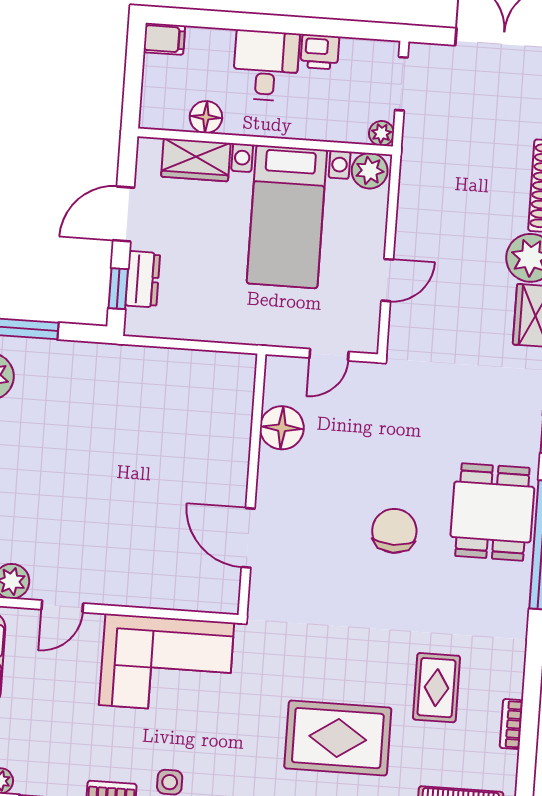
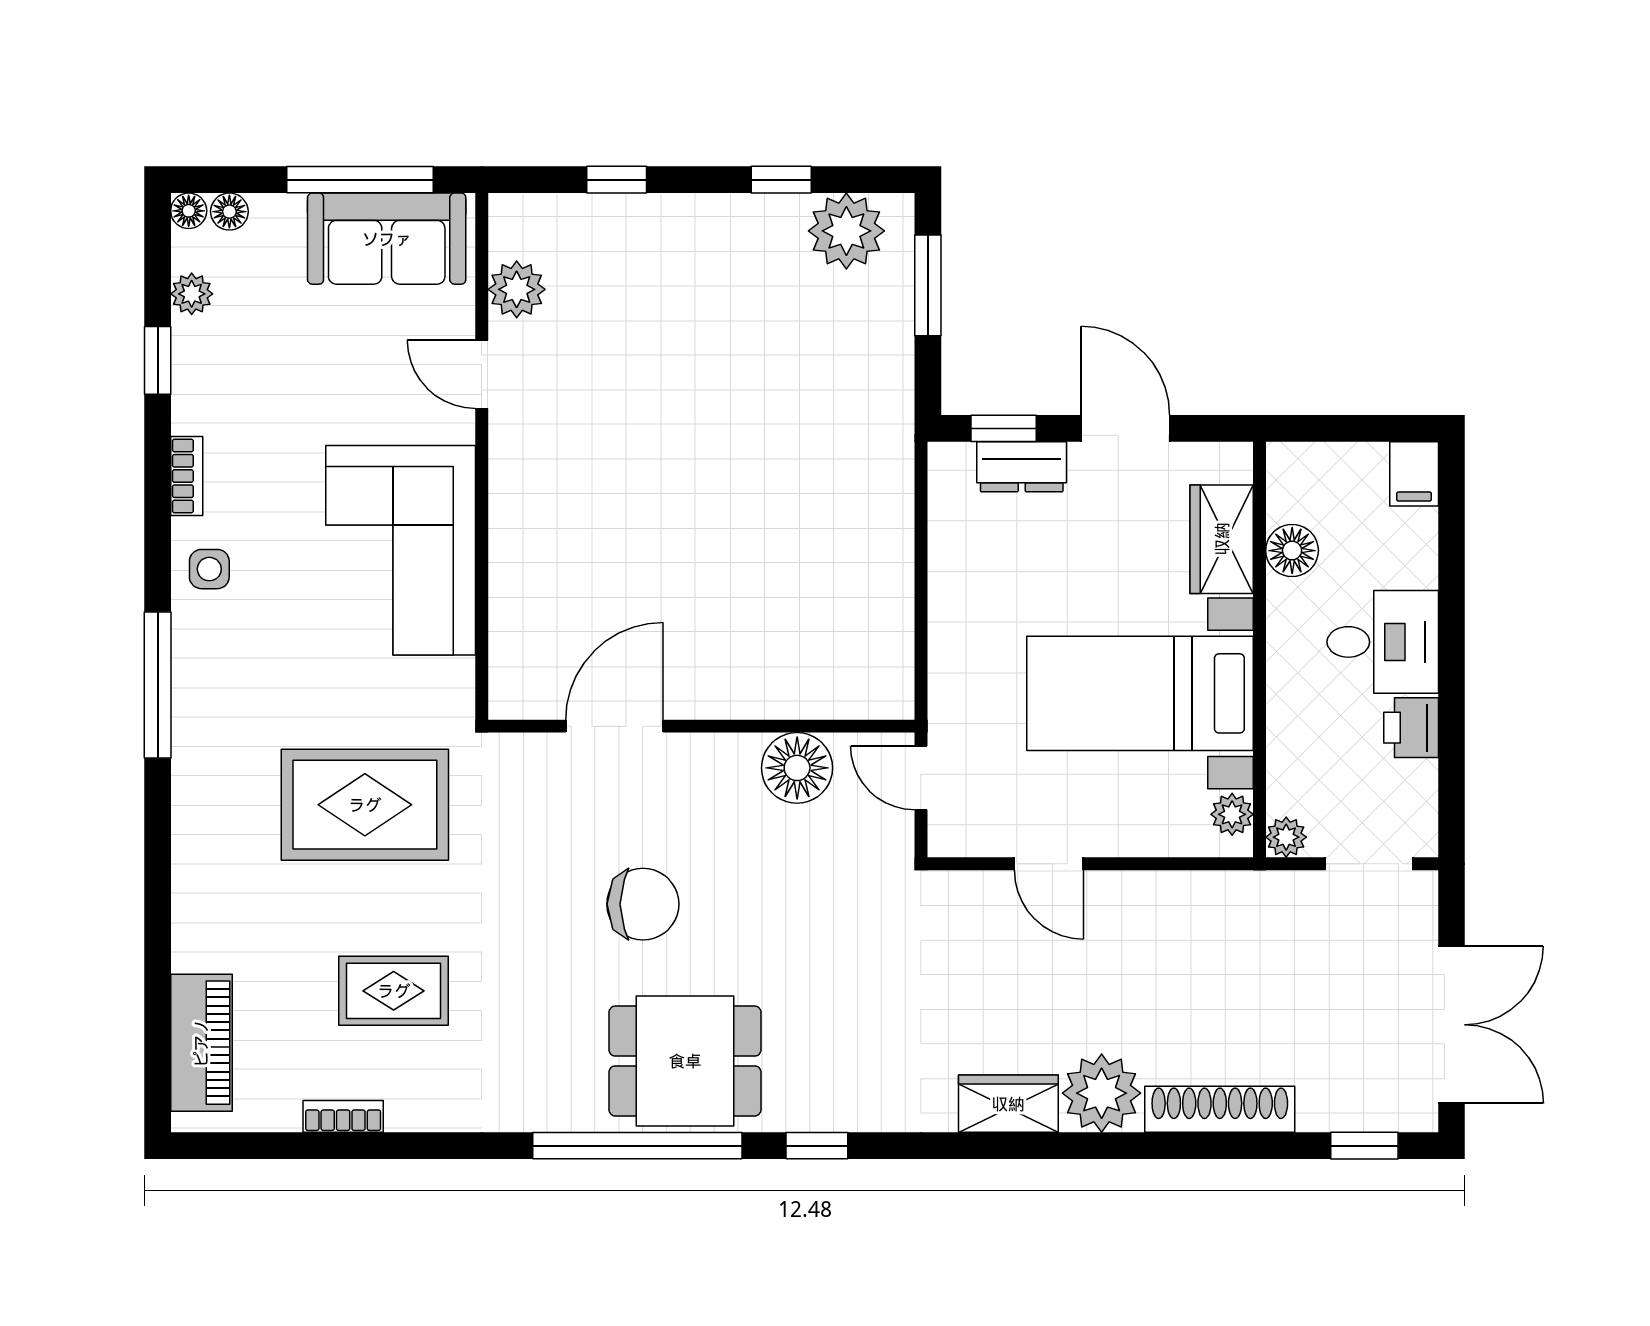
plant: (370, 171) -> (1232, 814), width x0.73, depth x0.73
floor lamp: (282, 428) -> (797, 768), moved
wall: (252, 485) -> (701, 726), moved
door: (248, 538) -> (615, 726), moved
rug: (338, 738) -> (365, 805), moved, turned 90

